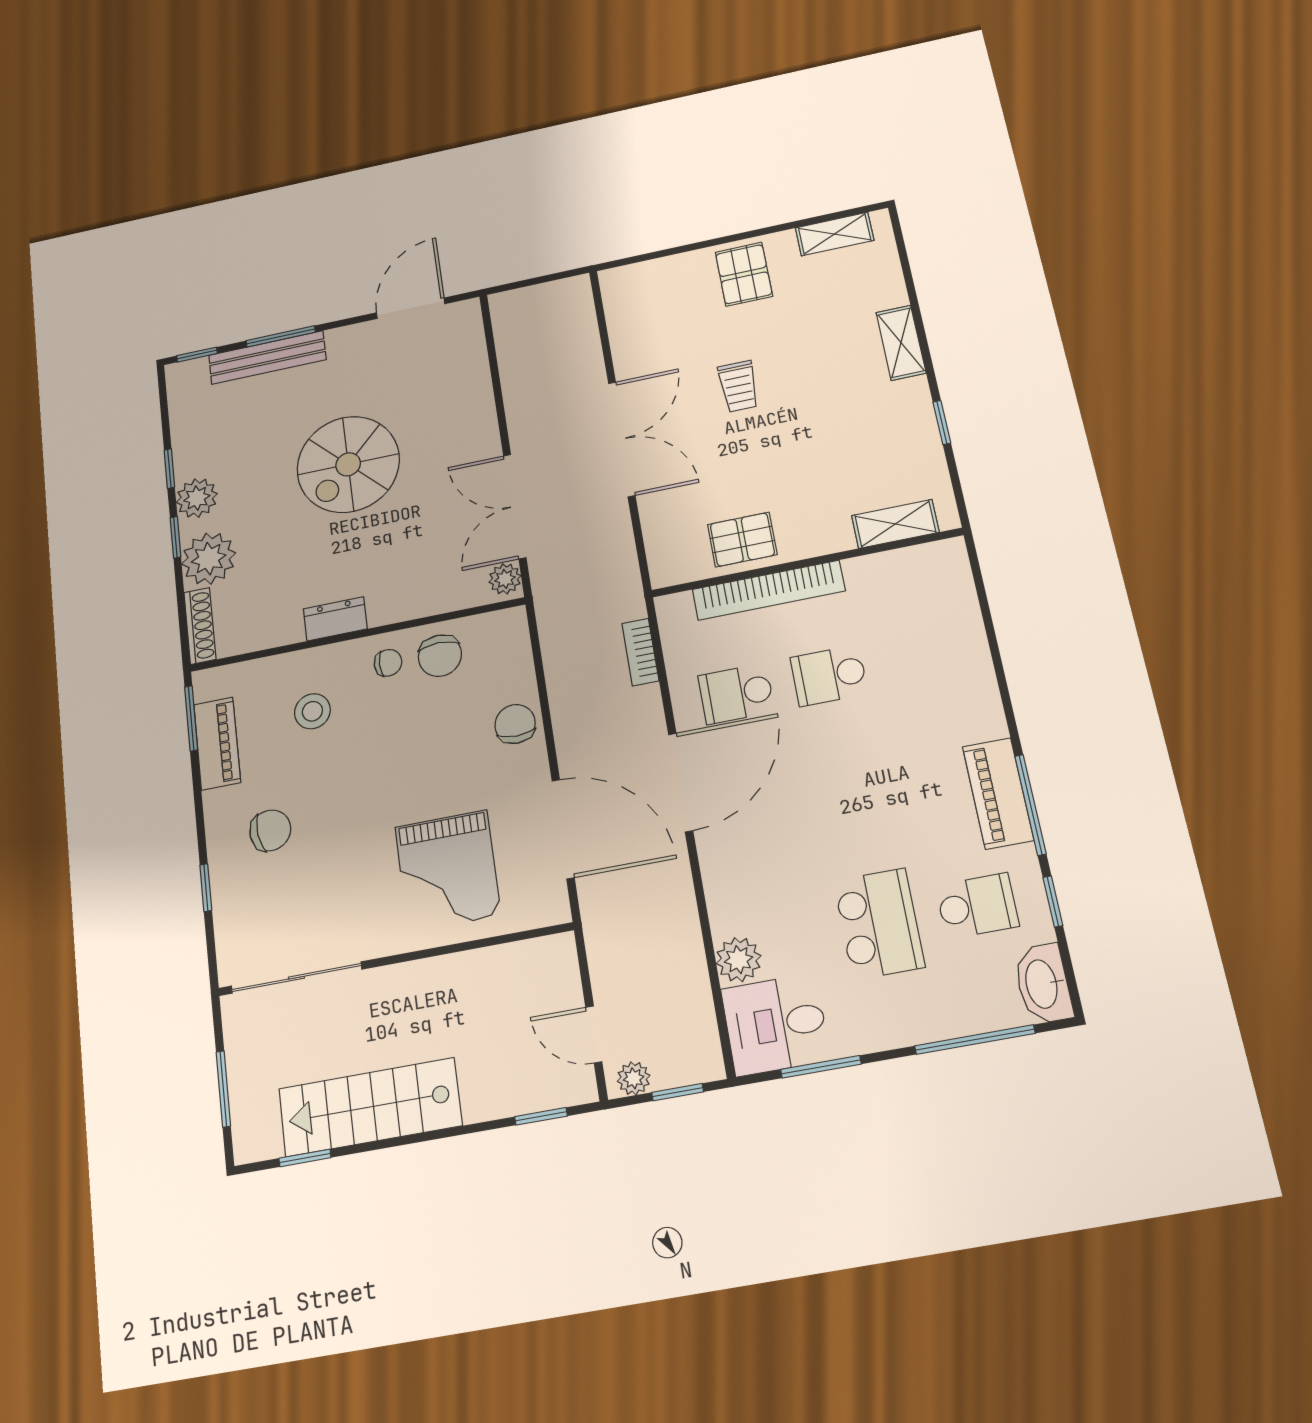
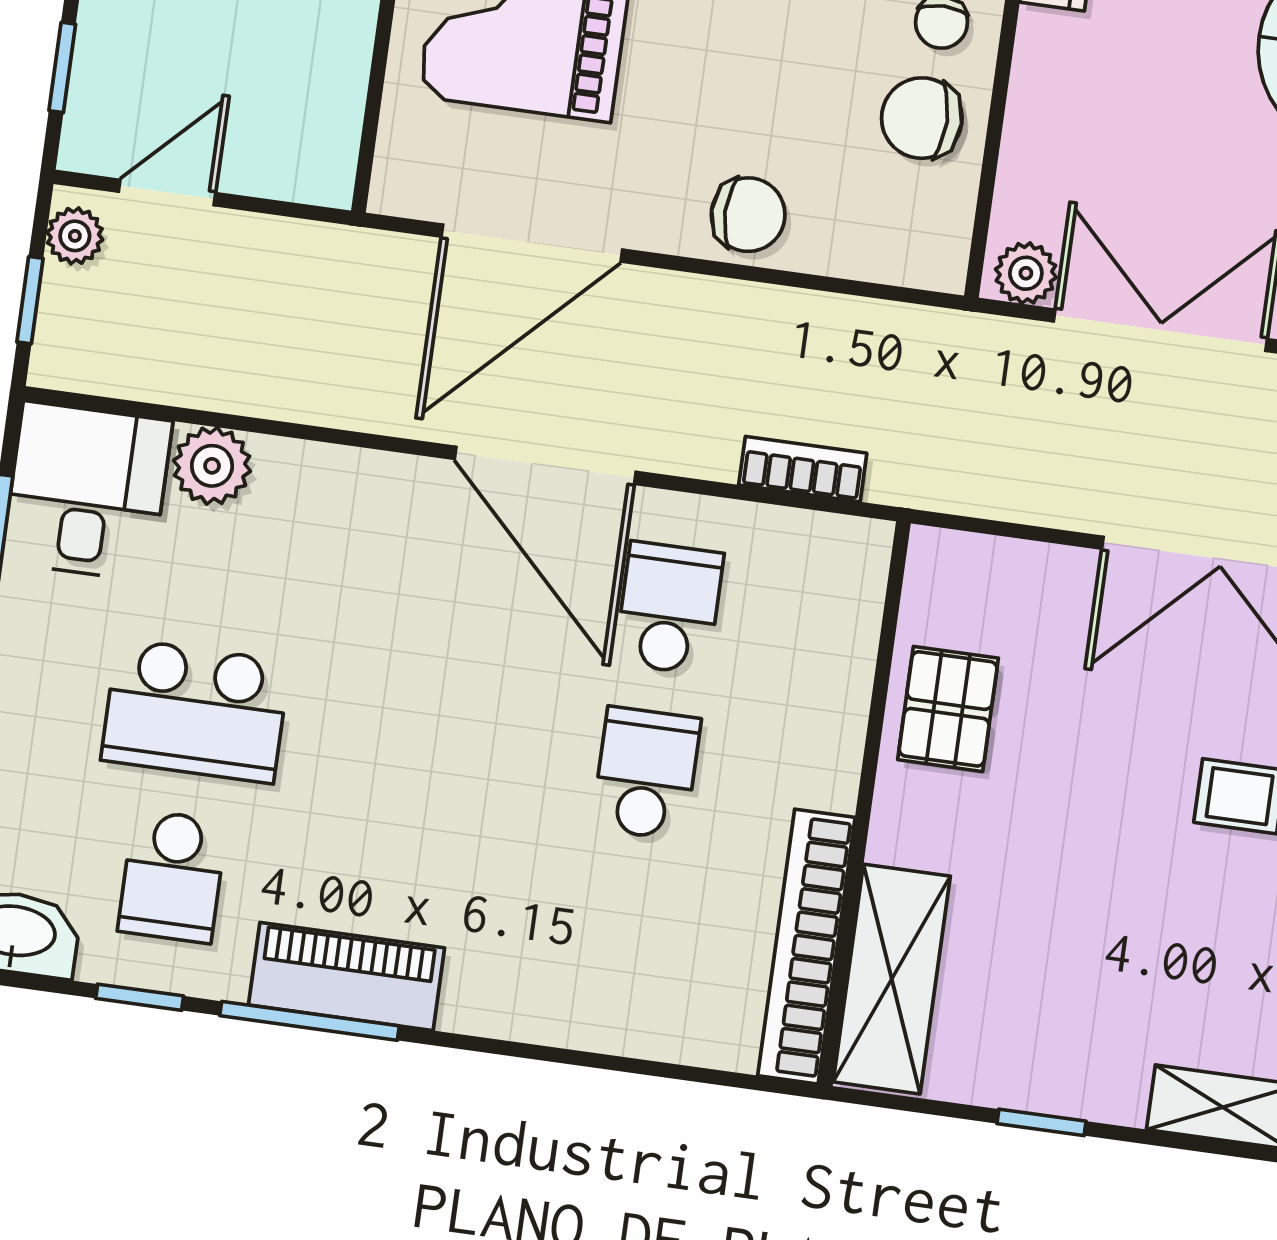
shelving: (895, 524) -> (892, 979), width x1.50, depth x1.33
bookcase: (769, 590) -> (806, 947), moved

